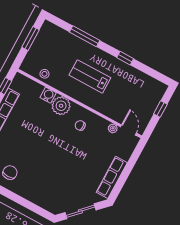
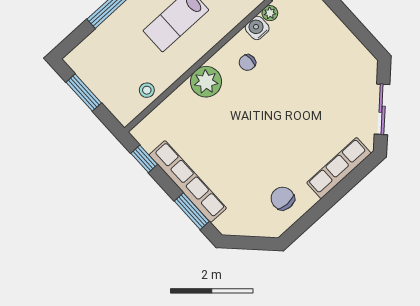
water cooler: (48, 95) -> (257, 28), moved
row of seats: (112, 177) -> (339, 168), moved, turned 90

